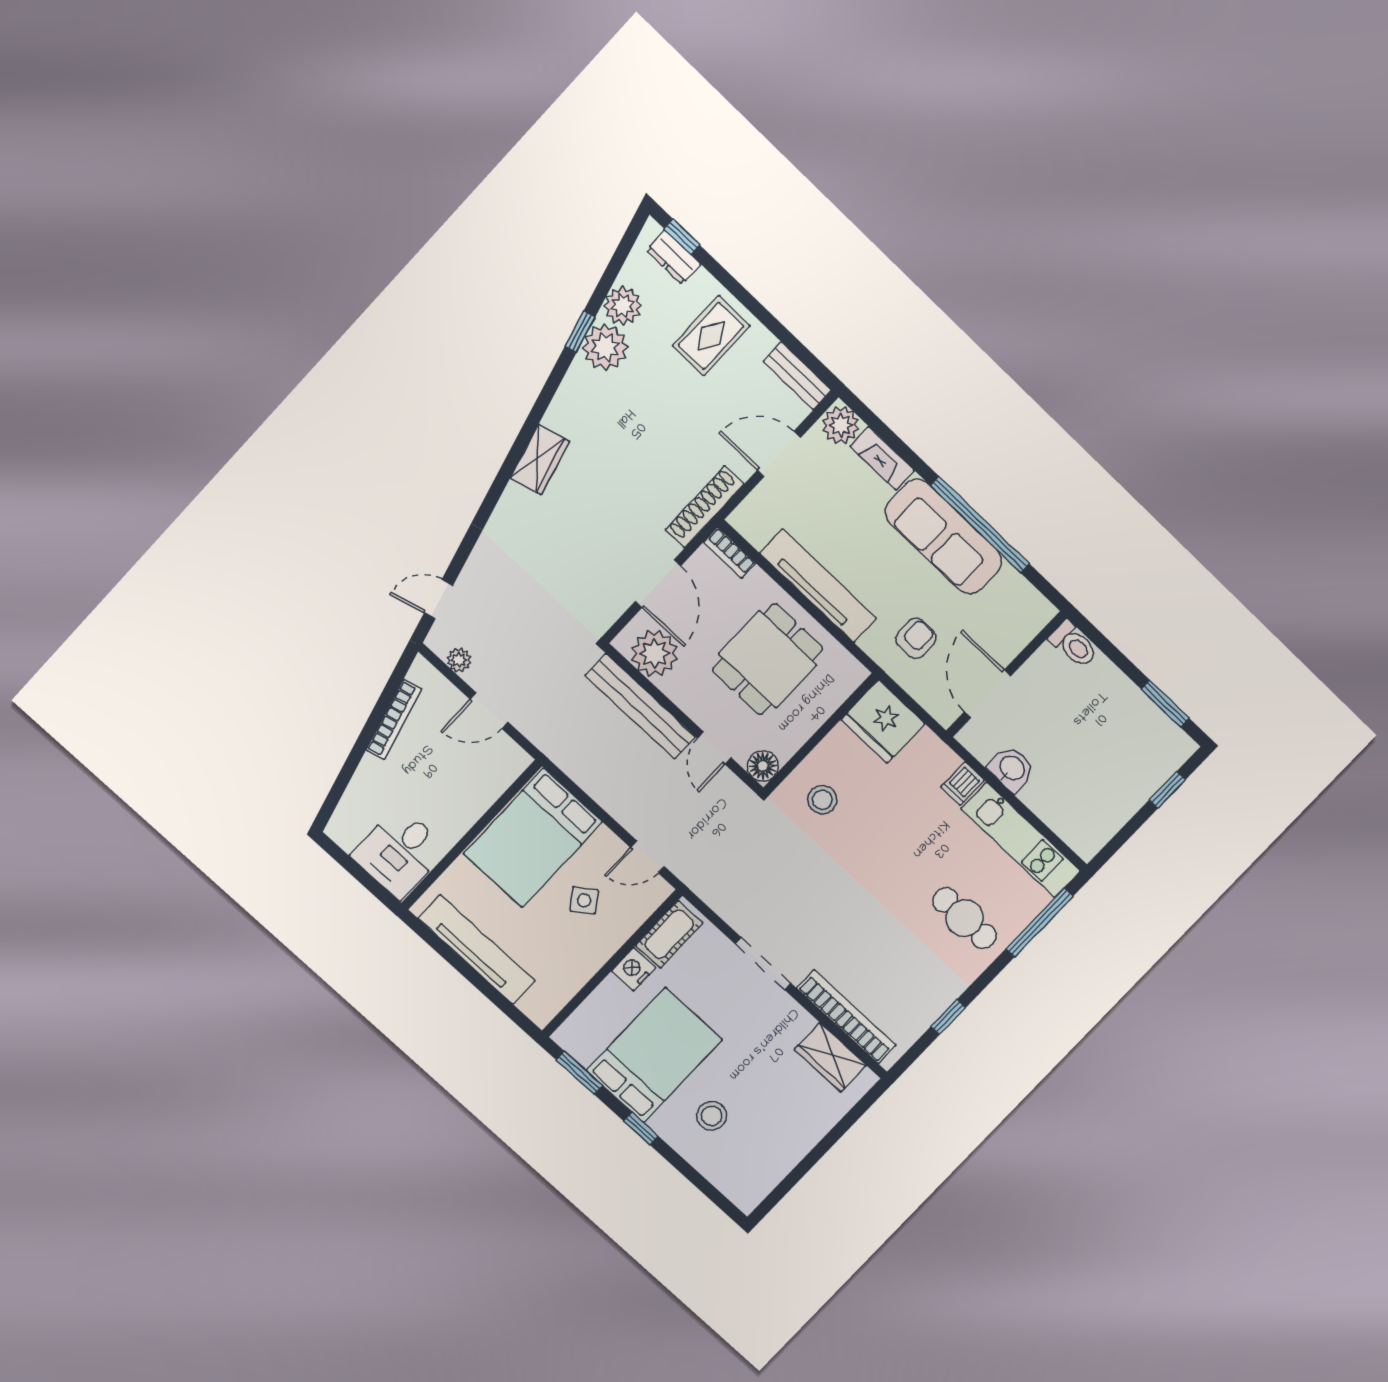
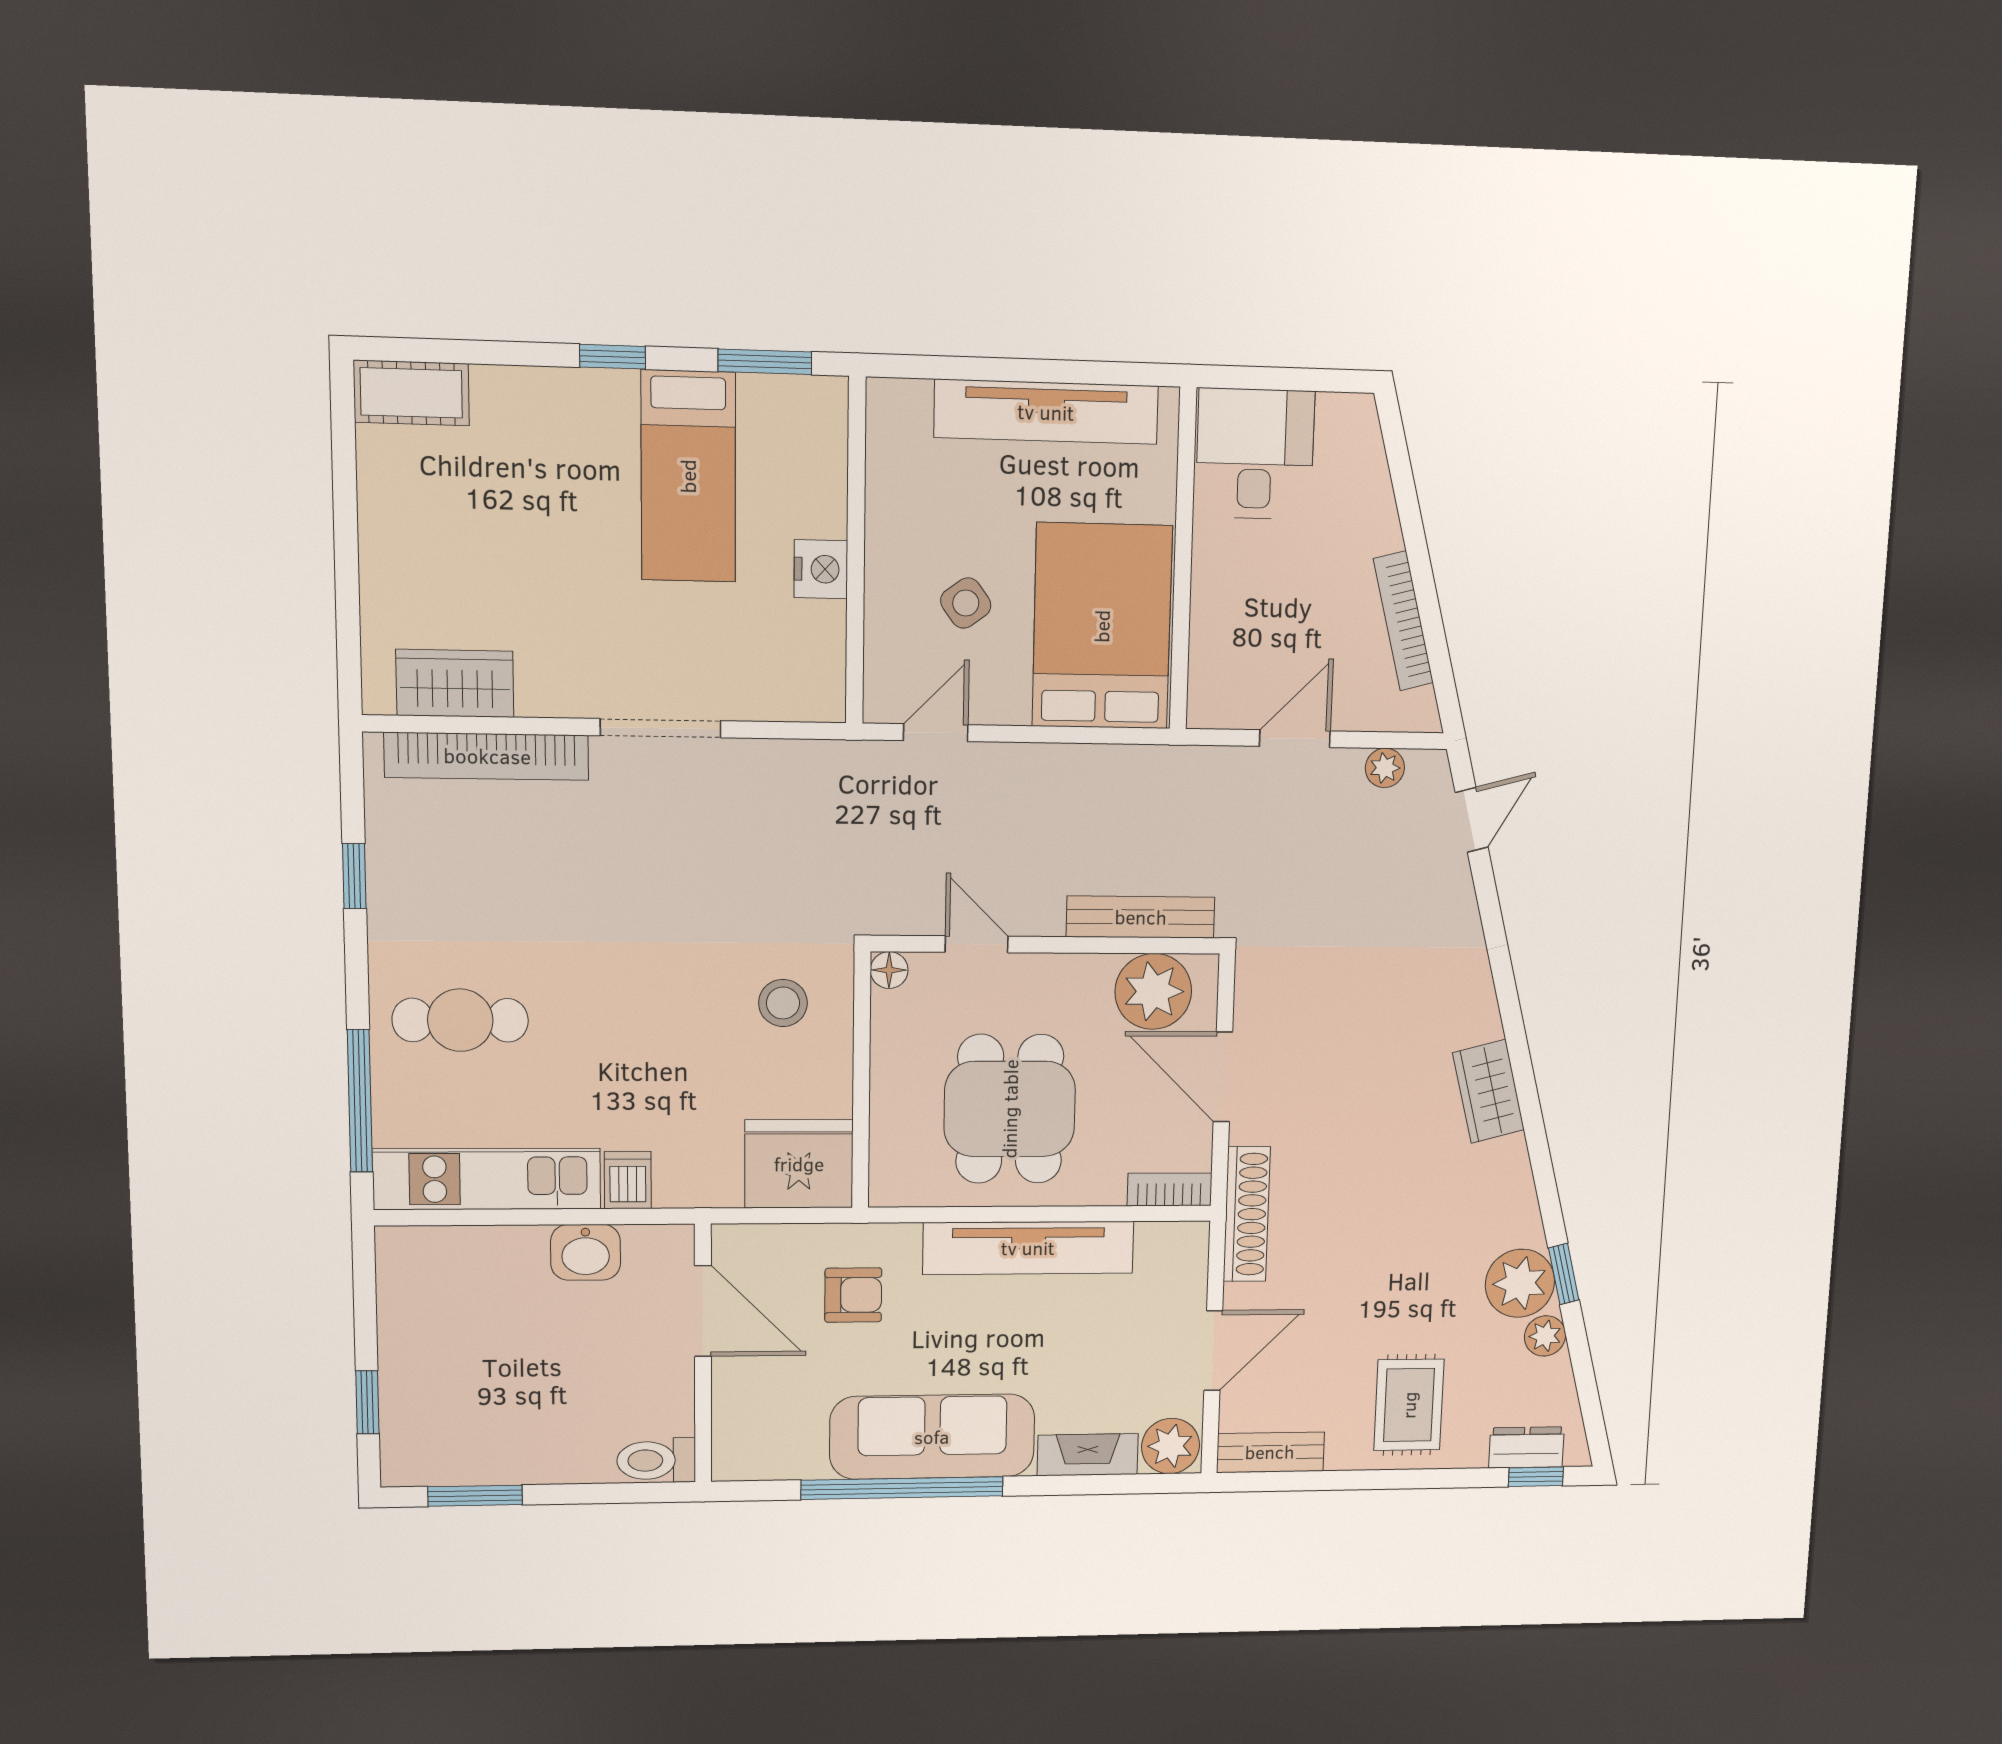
plant: (623, 306) -> (1545, 1336), width x0.73, depth x0.73
armchair: (916, 638) -> (853, 1295), turned -90
bench: (640, 706) -> (1141, 917), width x0.73, depth x0.82
floor lamp: (763, 766) -> (889, 970), width x0.73, depth x0.73
cot: (669, 934) -> (411, 393), moved, turned 90
bed: (654, 1055) -> (688, 476), width x0.67
stool: (712, 1116) -> (535, 460), removed

